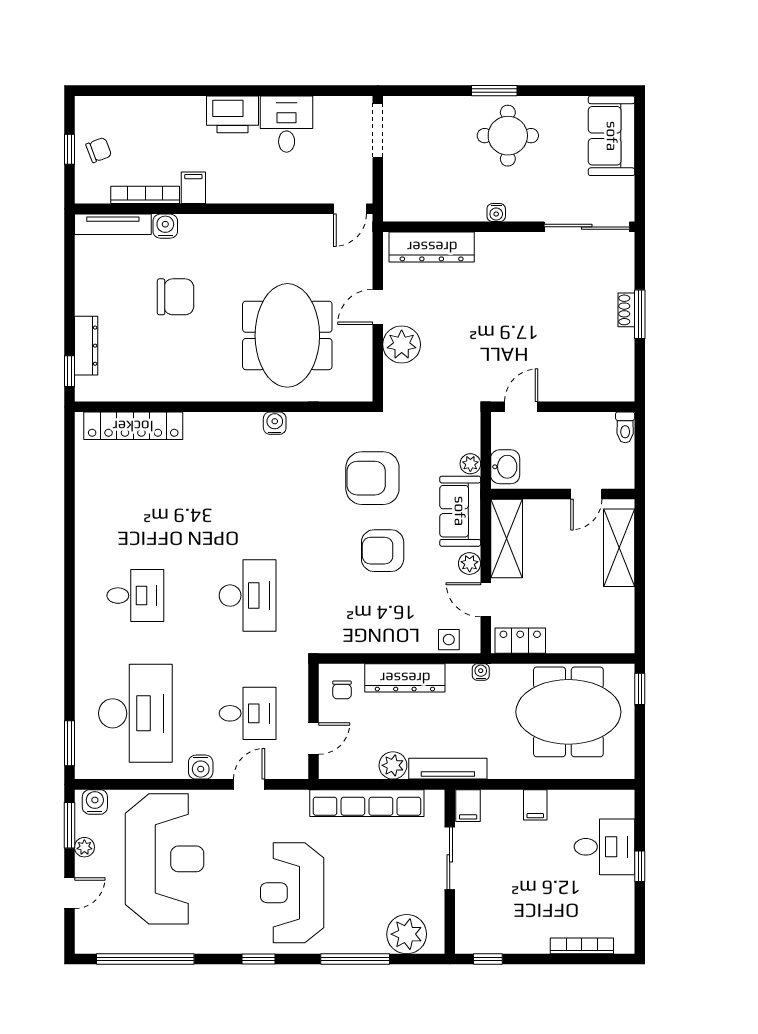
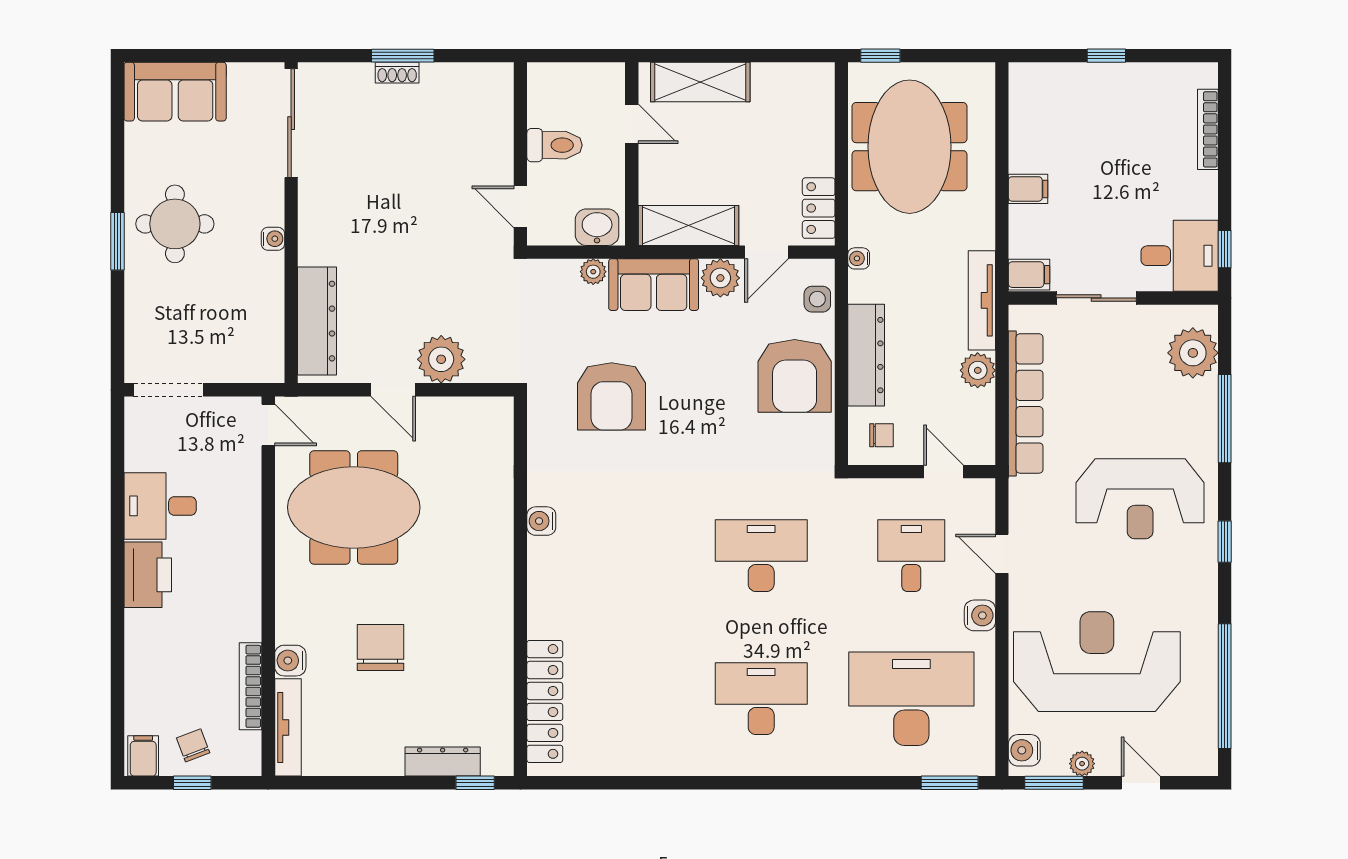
filing cabinet: (193, 188) -> (143, 756), moved, turned 90
meeting table: (287, 335) -> (354, 507), moved
toilet: (625, 427) -> (555, 145), moved, width x1.37, depth x1.39
armchair: (383, 551) -> (795, 376), moved, width x1.36, depth x1.36
plant: (470, 564) -> (720, 278), width x1.38, depth x1.38
desk: (135, 596) -> (761, 699), width x1.37
desk: (604, 847) -> (1180, 256), moved, turned 90

